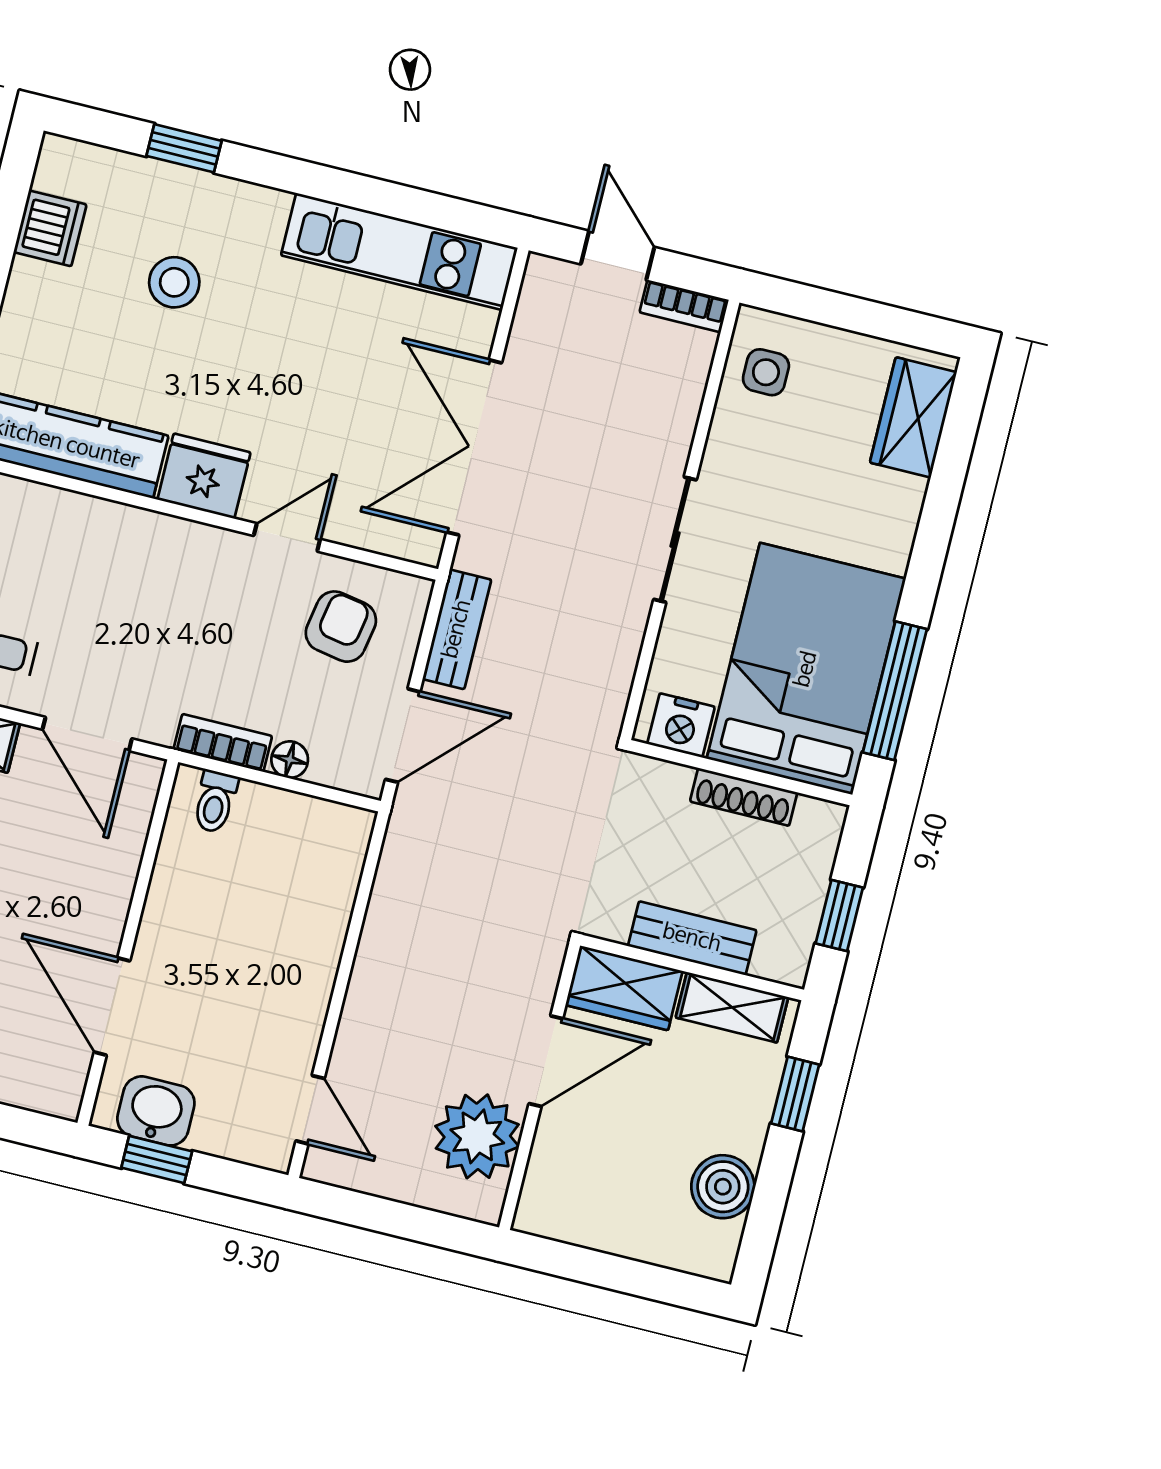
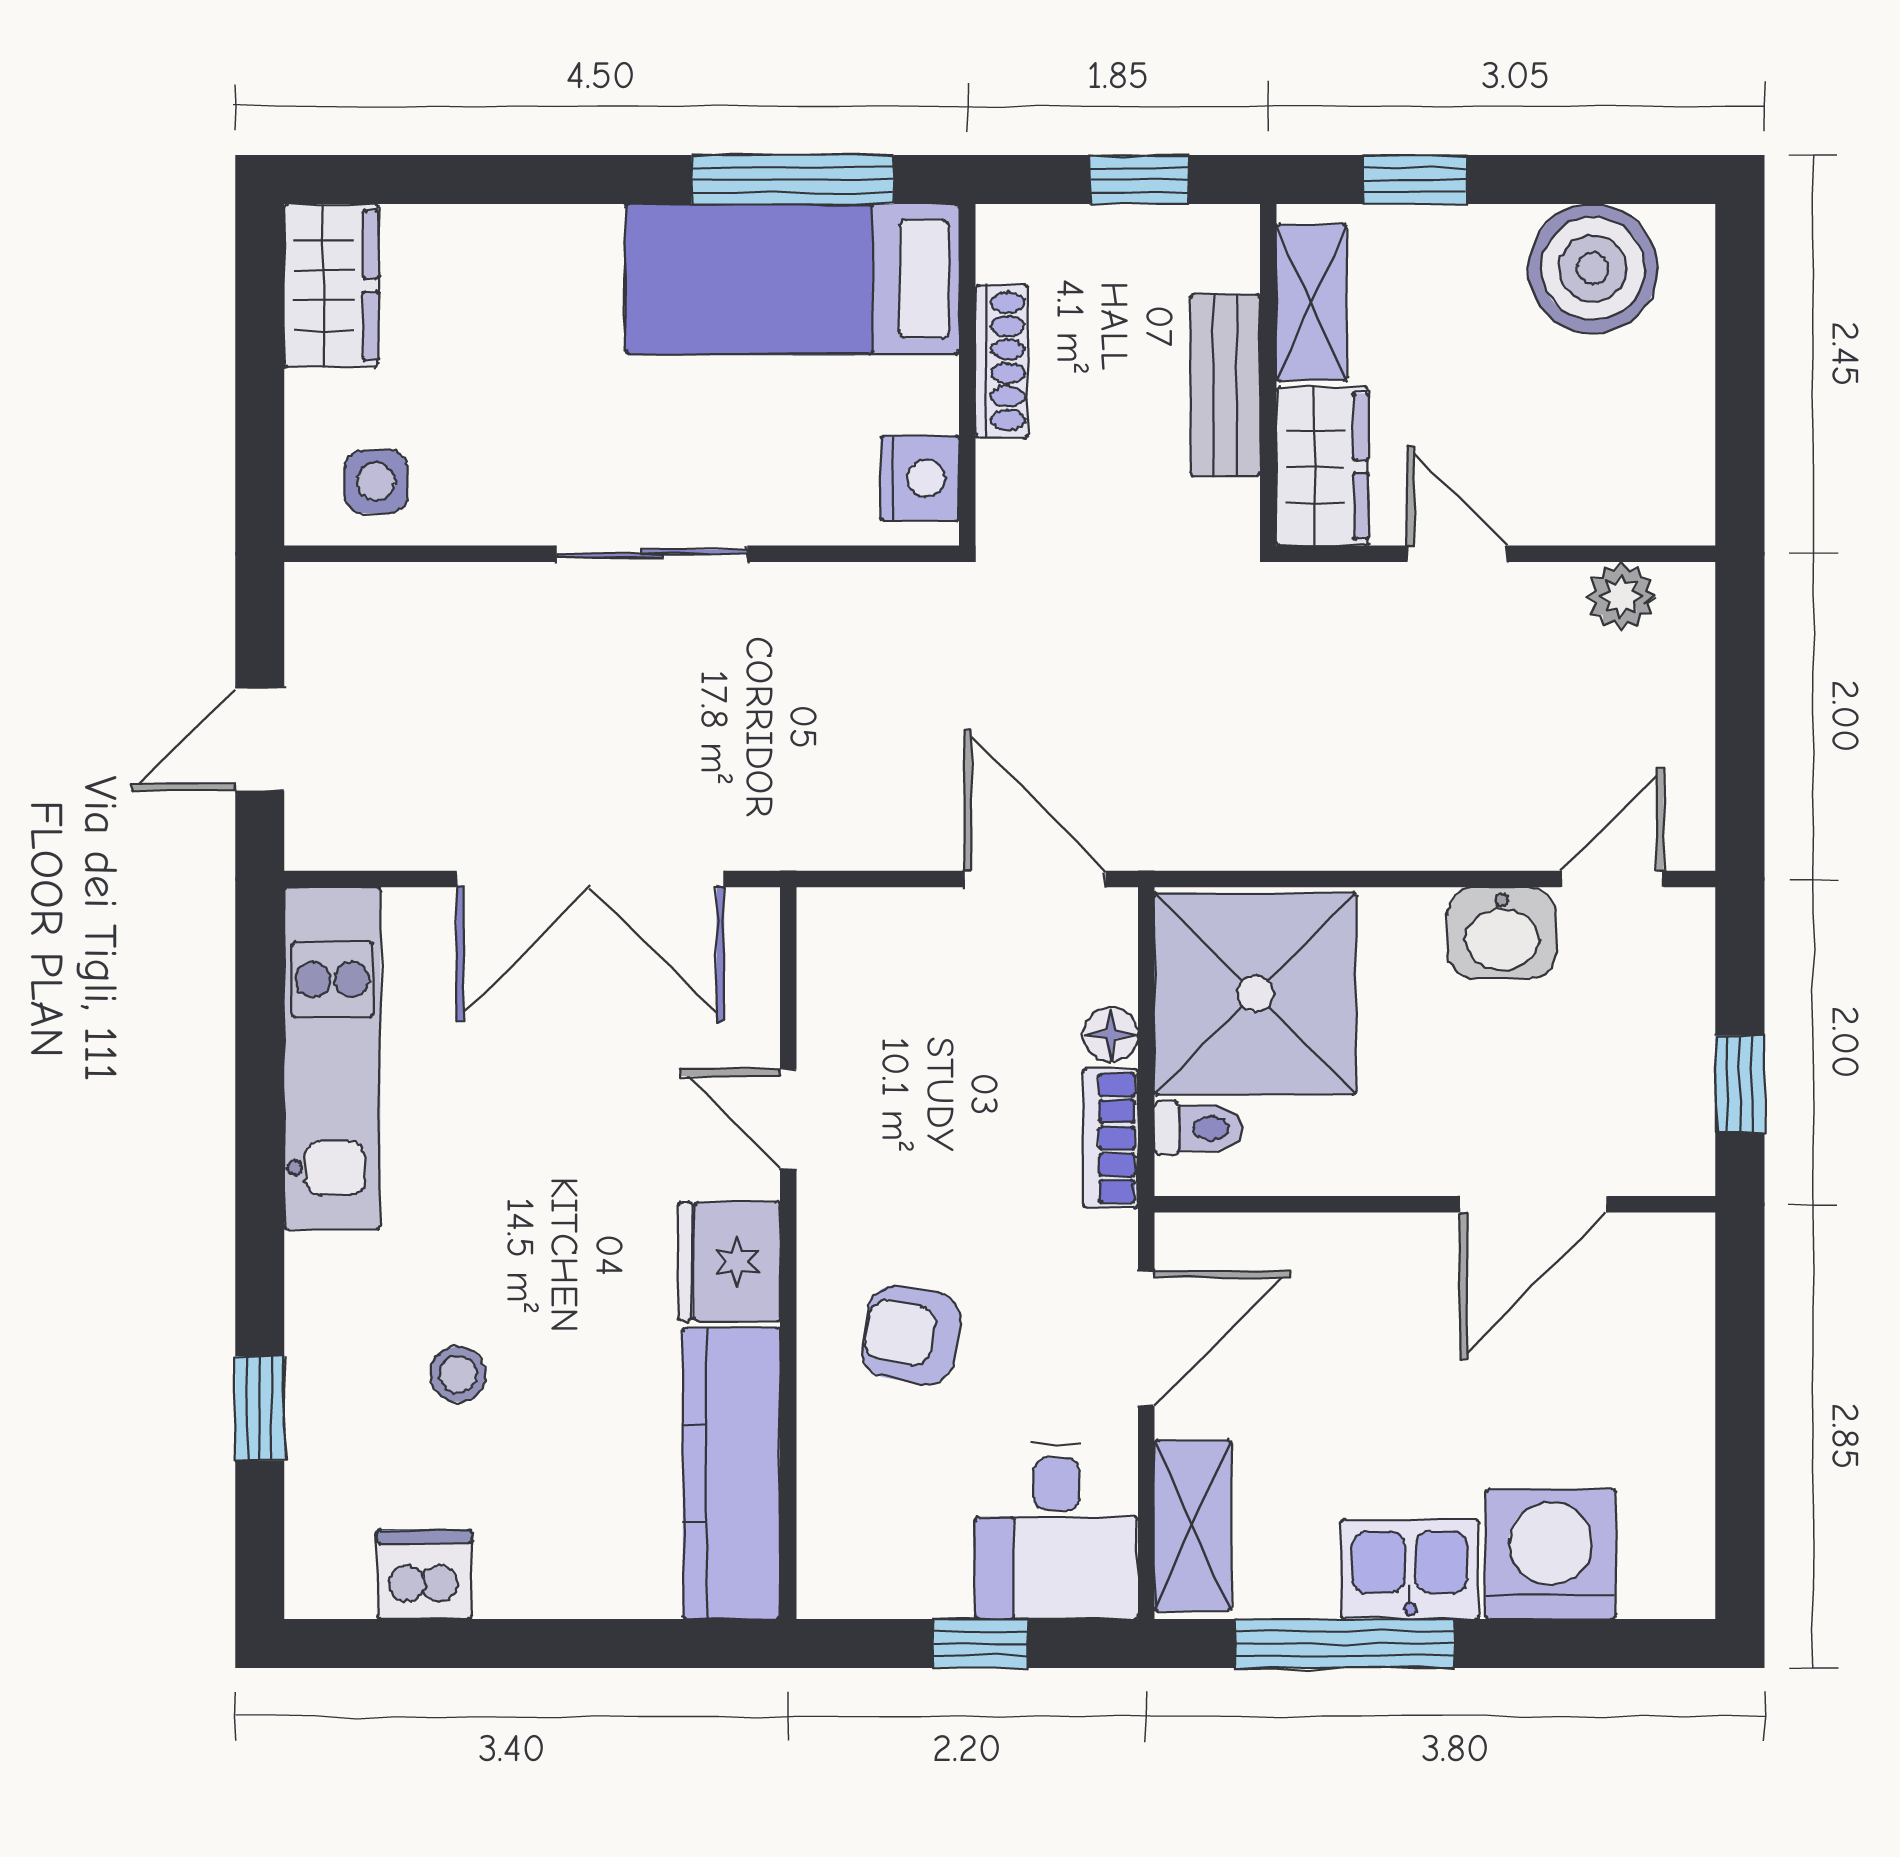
stool: (174, 282) -> (458, 1374), width x0.73, depth x0.73
bookcase: (684, 306) -> (309, 625), removed
wardrobe: (913, 417) -> (331, 285), moved, turned -90
armchair: (341, 627) -> (911, 1335), moved
bench: (457, 629) -> (861, 839), removed
bed: (806, 669) -> (792, 279), width x0.67
shower: (293, 860) -> (1255, 994), added
door: (546, 1061) -> (1457, 554), width x0.73
washbasin: (156, 1111) -> (1502, 933), moved, turned -90
plant: (477, 1136) -> (1621, 596), width x0.53, depth x0.53
boiler: (723, 1187) -> (1593, 269), width x1.37, depth x1.37

